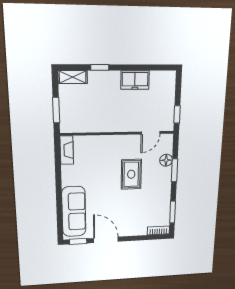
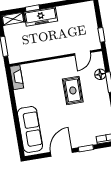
freezer: (135, 80) -> (41, 17), moved, width x1.40
door: (106, 240) -> (61, 152), hinge flipped
window: (78, 241) -> (86, 148), moved

